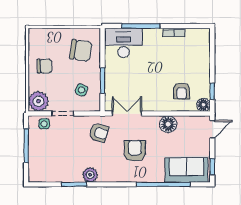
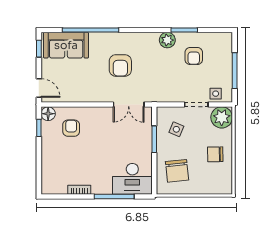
chair: (81, 50) -> (177, 171), turned -104
floor lamp: (168, 124) -> (85, 93), removed
door: (212, 129) -> (39, 88), swing flipped
armchair: (99, 133) -> (194, 56), moved, turned -106

